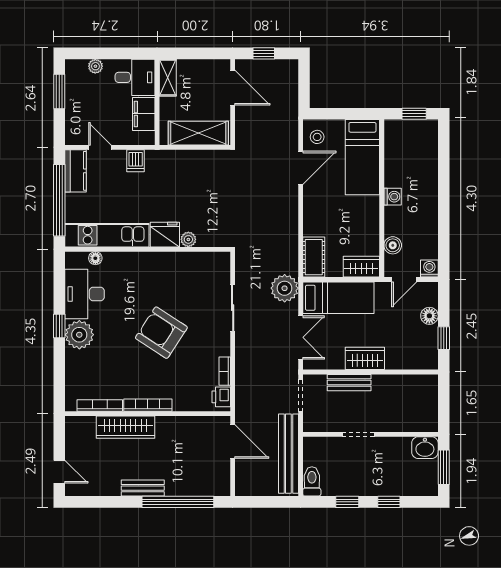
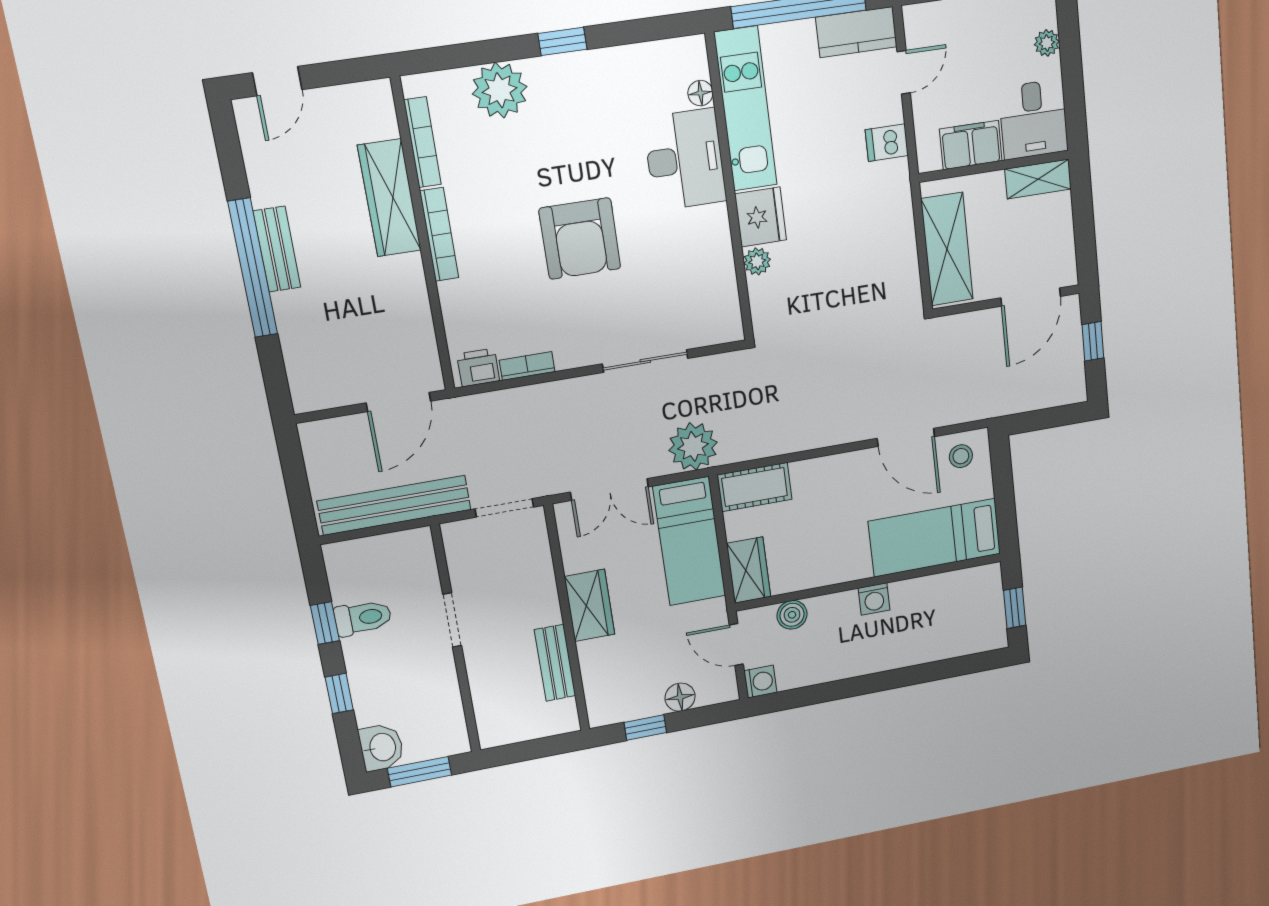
desk: (85, 294) -> (685, 159), moved, turned 90
armchair: (161, 333) -> (580, 239), turned 147
plant: (79, 335) -> (500, 90), moved
bench: (349, 383) -> (555, 663), moved
washbasin: (425, 448) -> (381, 747), moved, turned 180
toilet: (312, 481) -> (363, 618), moved
window: (178, 502) -> (253, 268), moved

